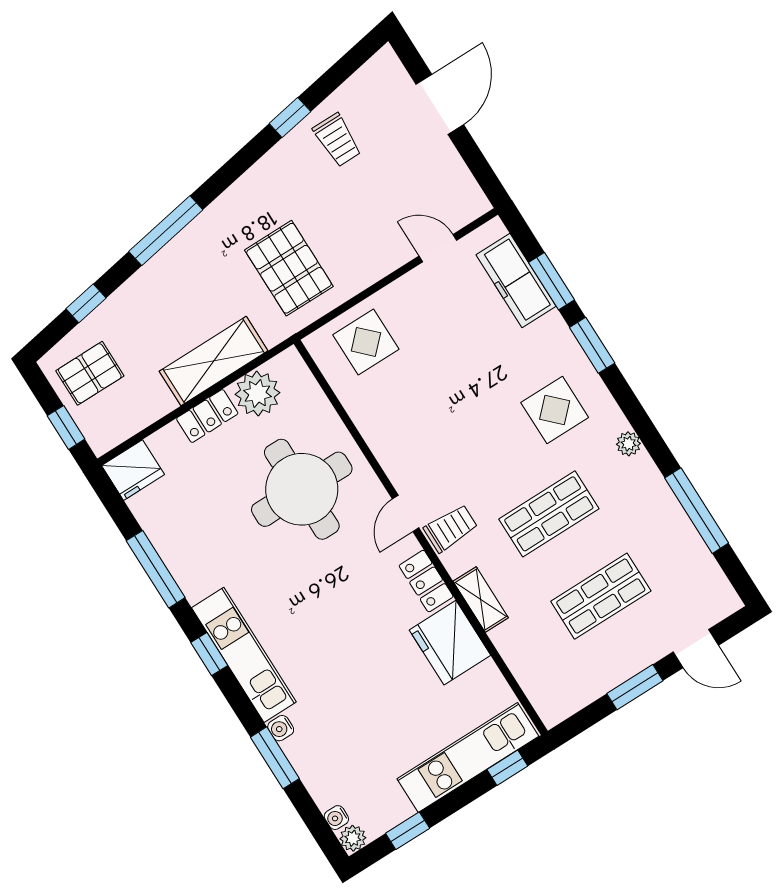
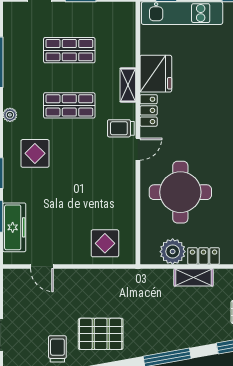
pallet: (289, 268) -> (101, 334), moved, turned 90
shelving: (214, 361) -> (194, 277), width x0.67, depth x0.75

